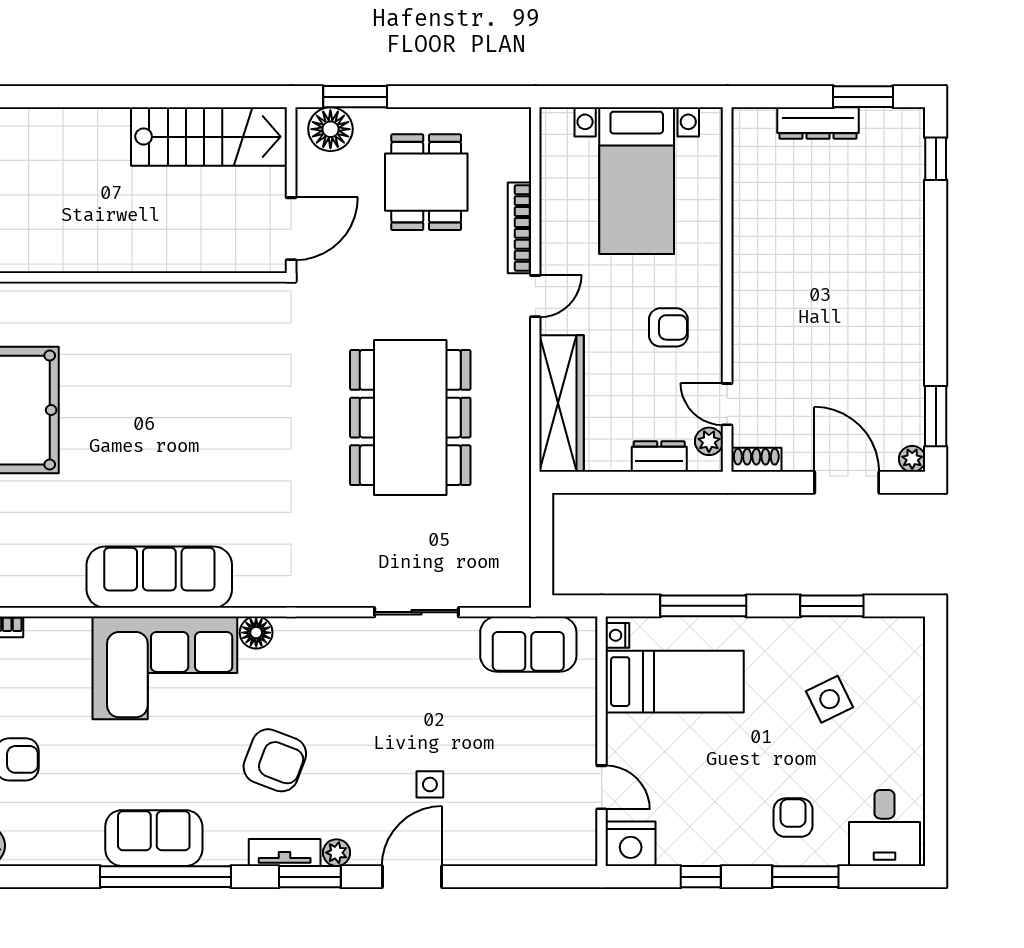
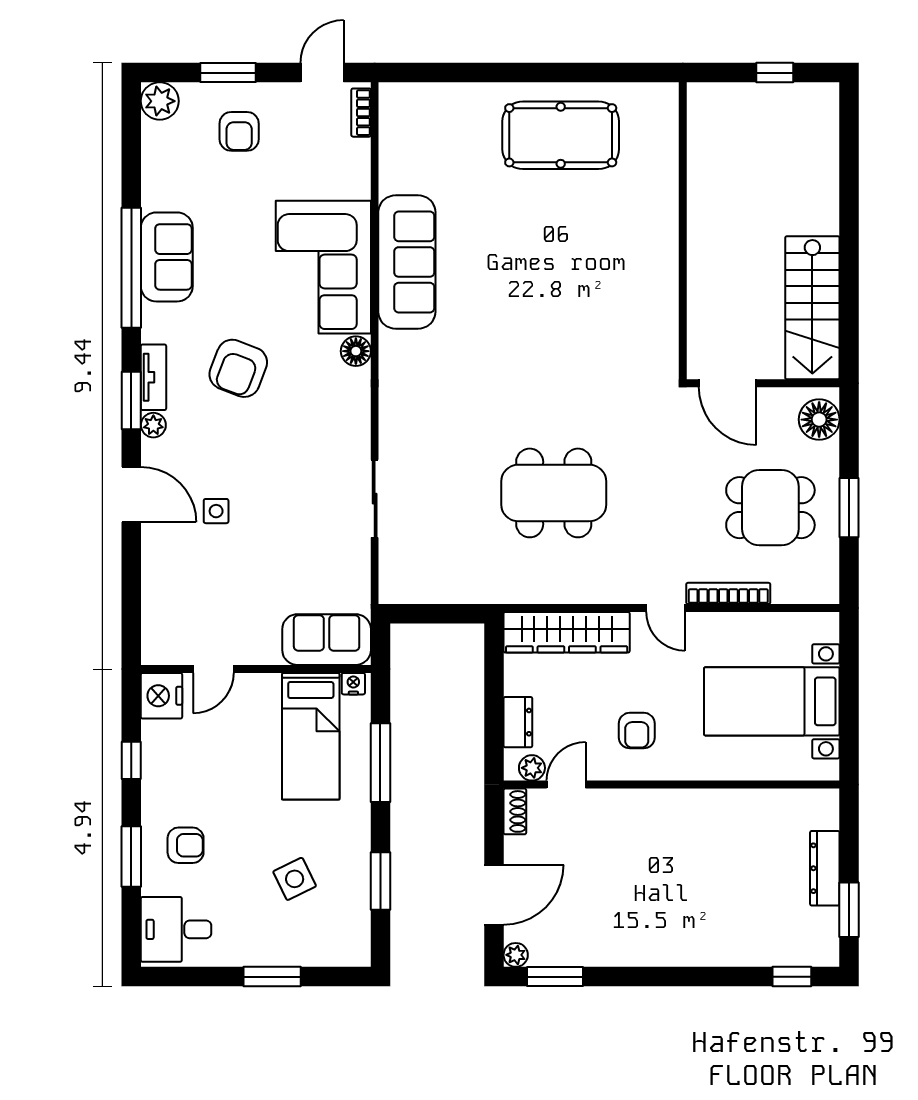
window: (355, 97) -> (849, 508), moved
dining table: (410, 418) -> (554, 493), width x0.73, depth x0.80
sofa: (528, 644) -> (327, 640), moved, turned 90
window: (936, 724) -> (272, 977), added

